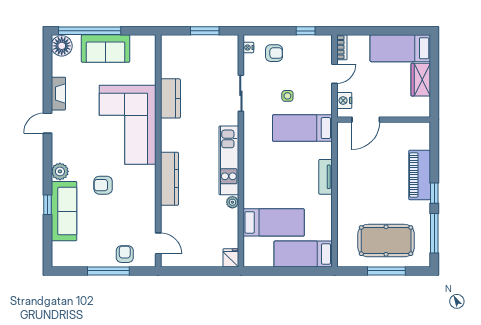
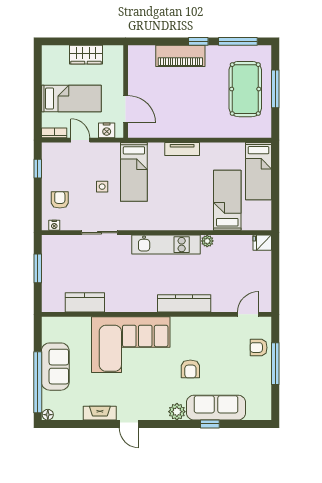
floor lamp: (62, 46) -> (48, 415), width x0.53, depth x0.53
bed: (400, 48) -> (71, 98), moved, turned -90
kitchen counter: (170, 98) -> (85, 302), moved

